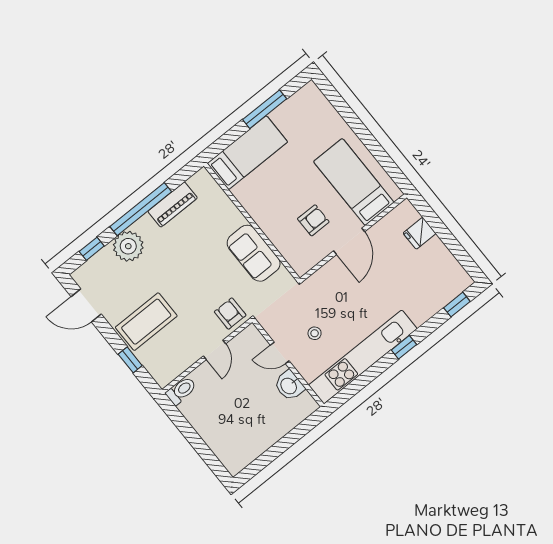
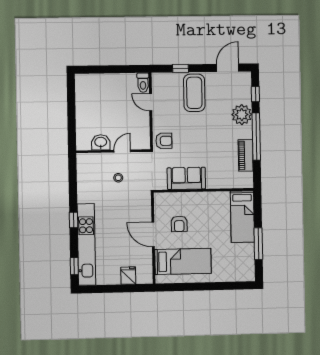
door: (215, 350) -> (151, 102), moved
kitchen unit: (363, 357) -> (86, 244), moved

